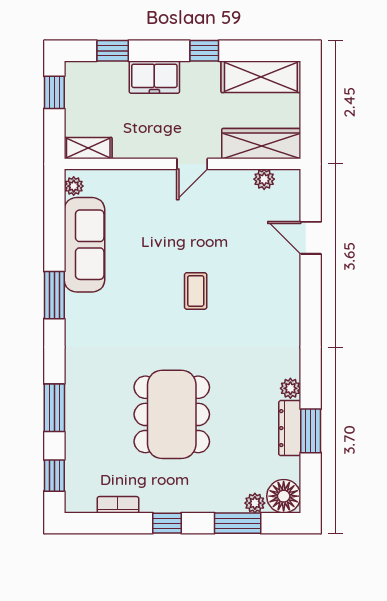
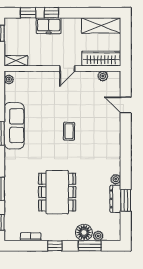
window: (204, 51) -> (51, 13), moved
sofa: (84, 245) -> (14, 126), moved
floor lamp: (284, 496) -> (84, 232), moved

